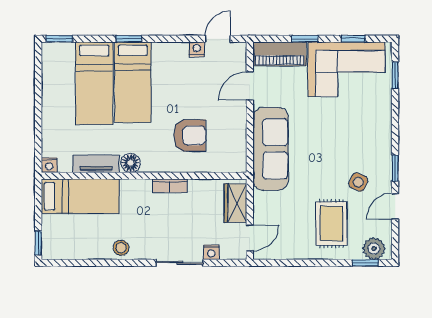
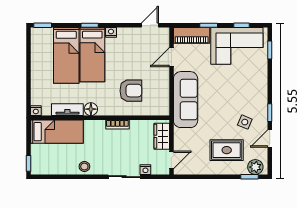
nightstand: (197, 49) -> (111, 32), moved
rug: (331, 223) -> (227, 150), turned 90

